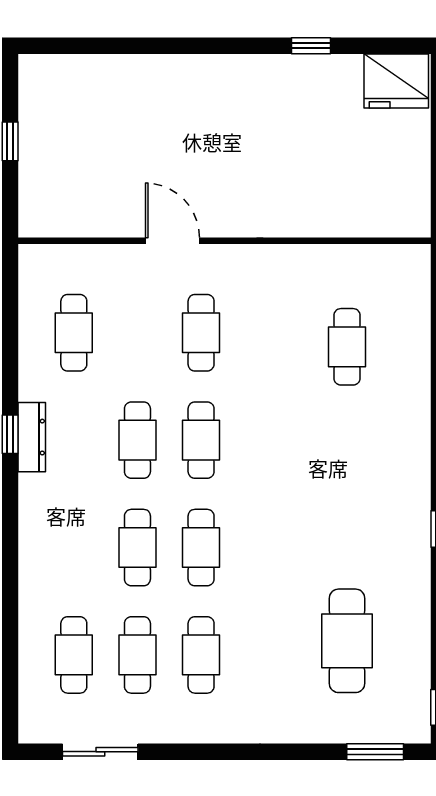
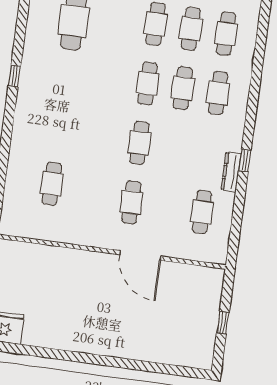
window: (311, 46) -> (49, 353), removed
door: (172, 241) -> (140, 255), width x1.36
dresser: (32, 437) -> (231, 172), moved
cafe table: (137, 440) -> (218, 93), moved

